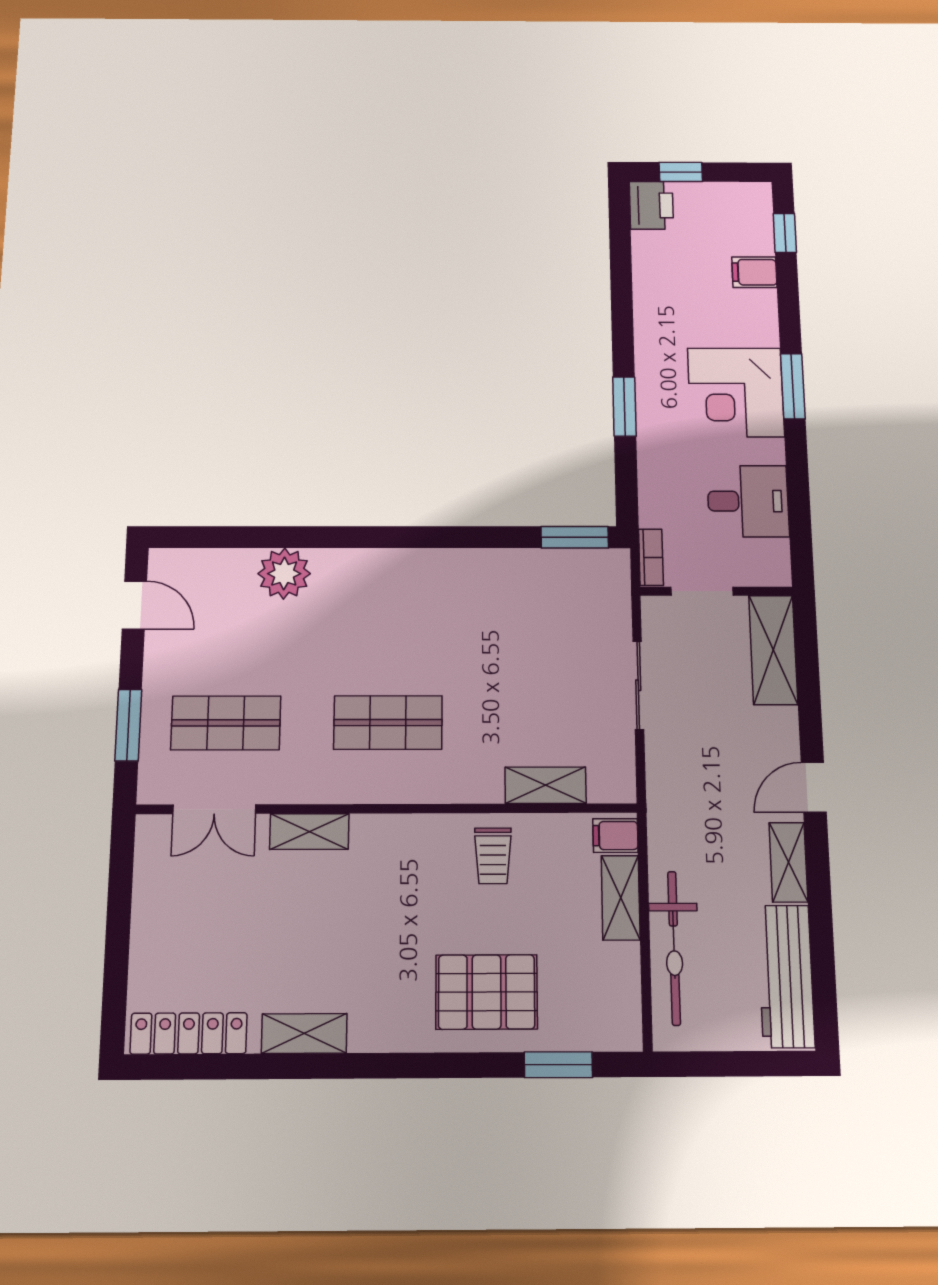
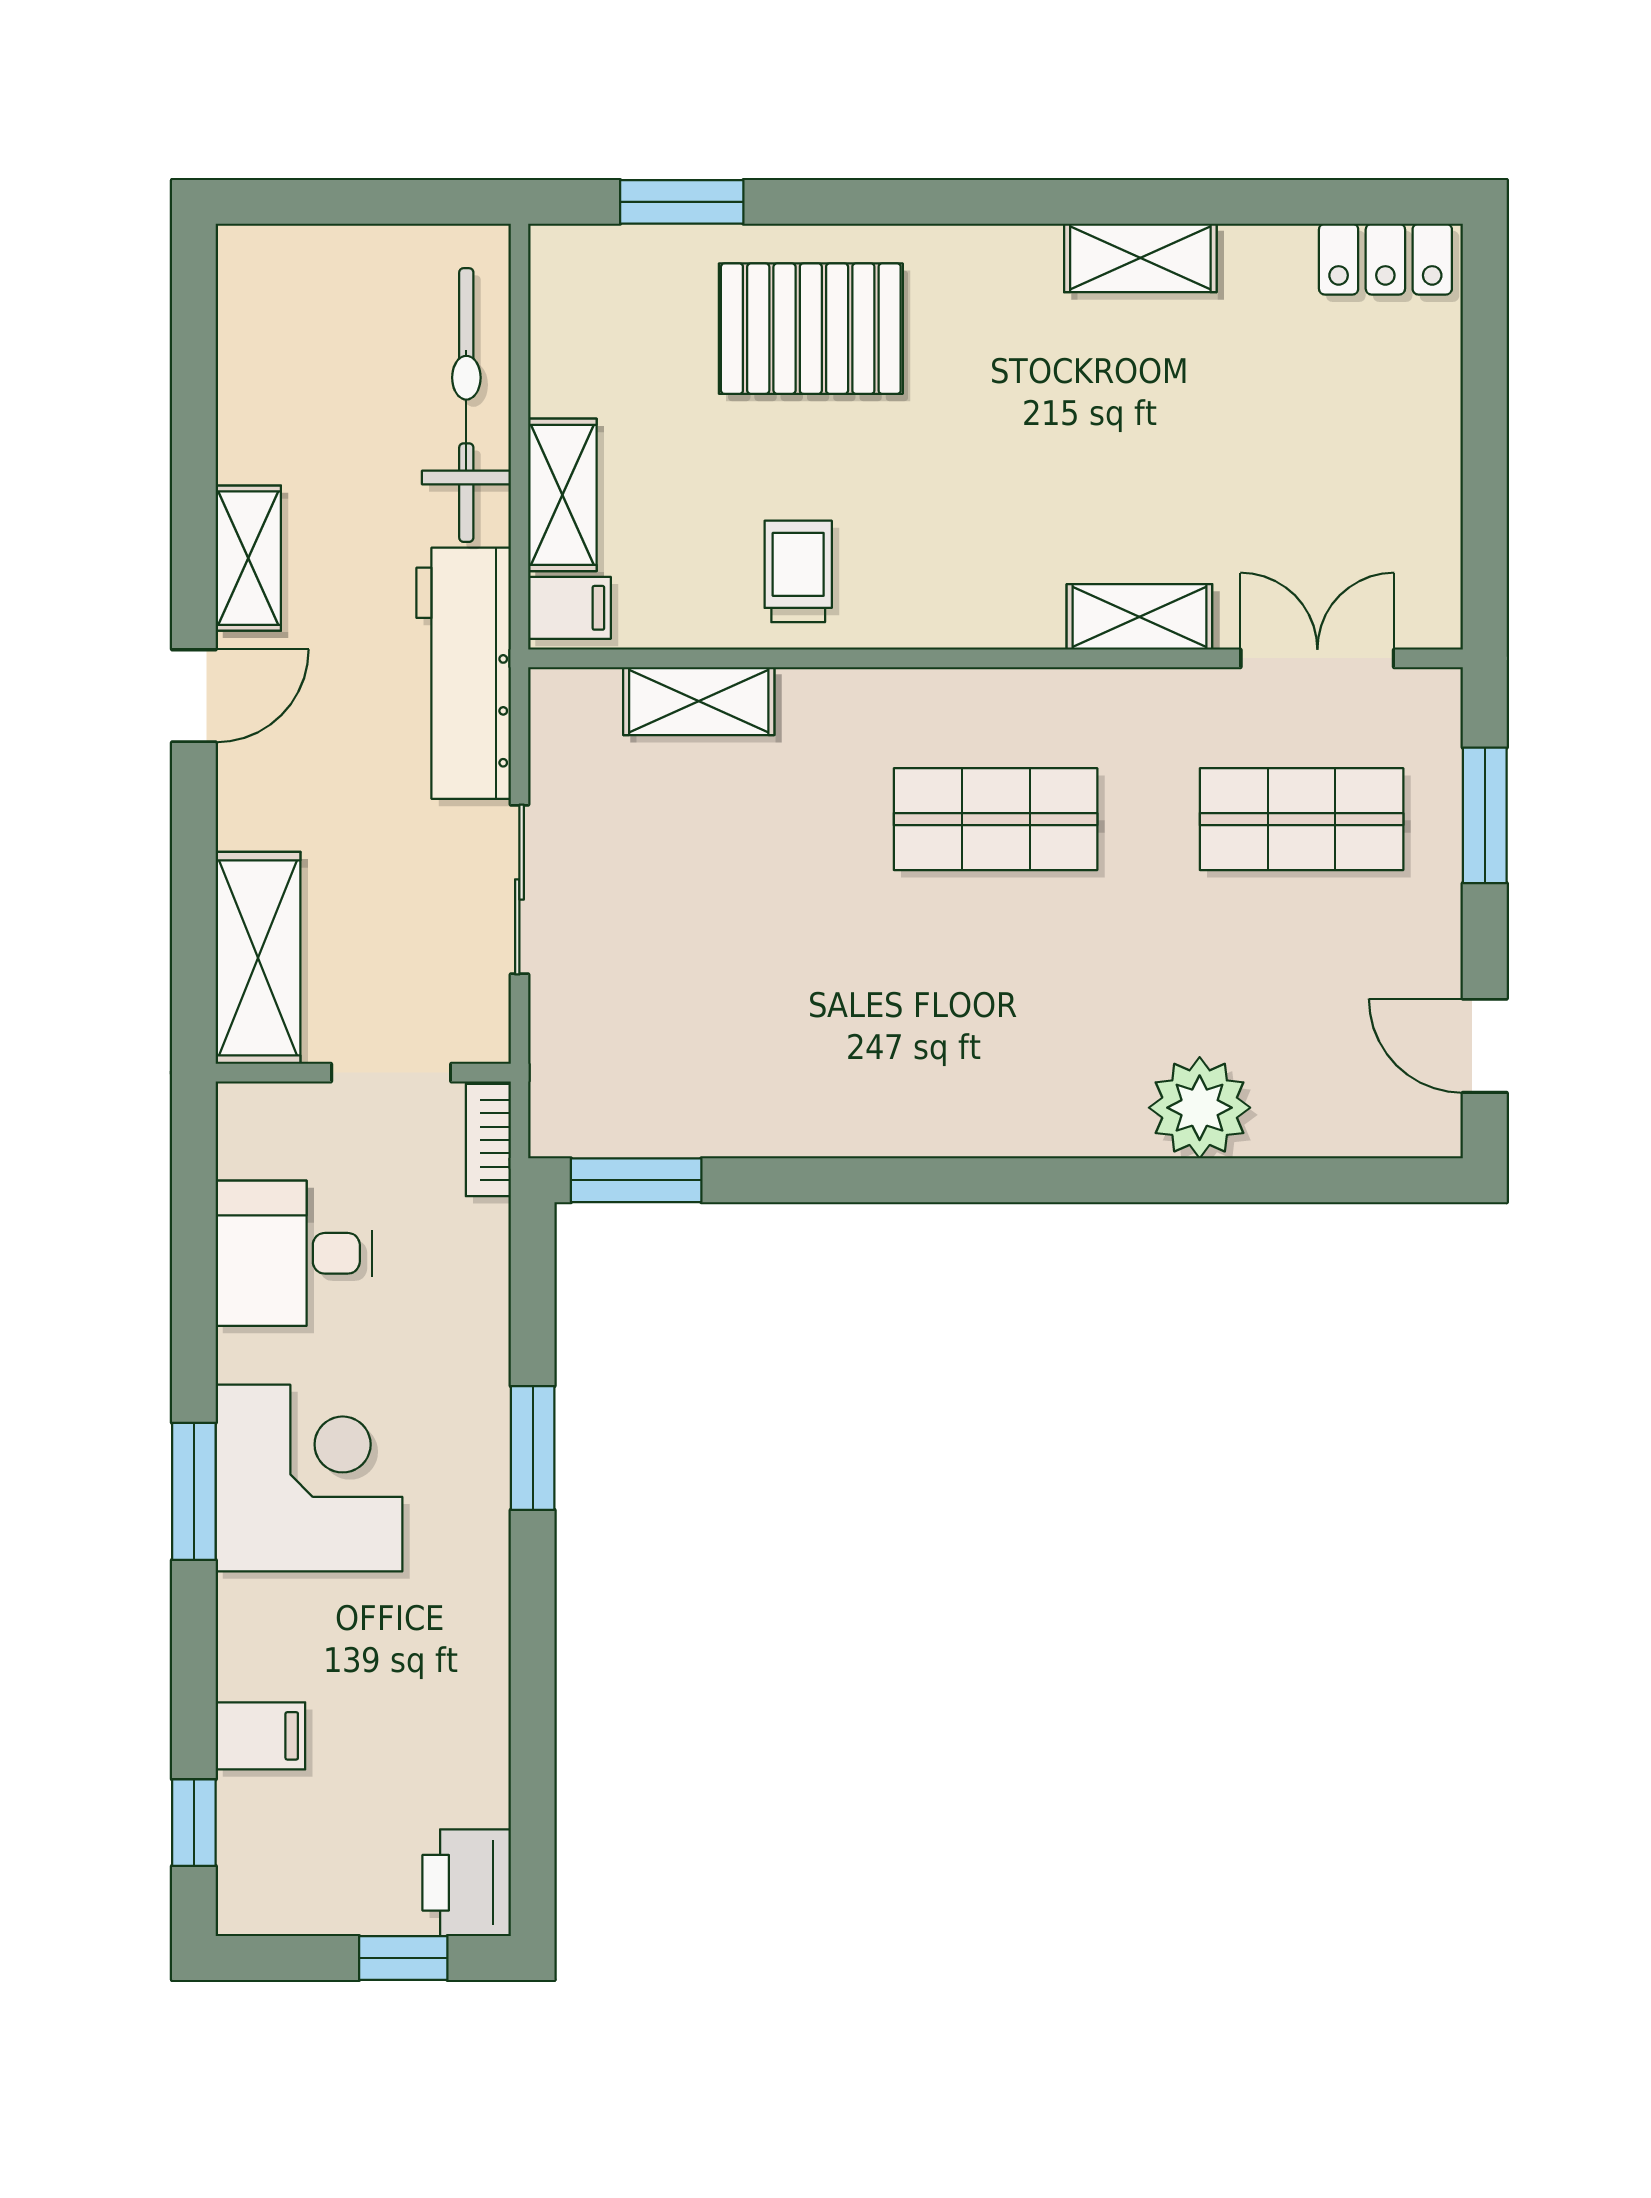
workbench: (786, 976) -> (464, 673), moved, turned 180
locker: (189, 1033) -> (1385, 259), width x0.66

